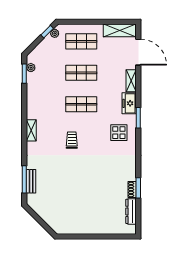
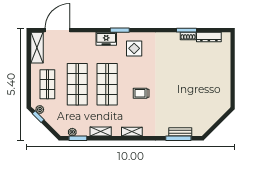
shop shelf: (81, 73) -> (77, 84), width x1.43, depth x1.36
shelving: (131, 81) -> (101, 132), moved
shop shelf: (81, 104) -> (107, 84), width x1.43, depth x1.36

